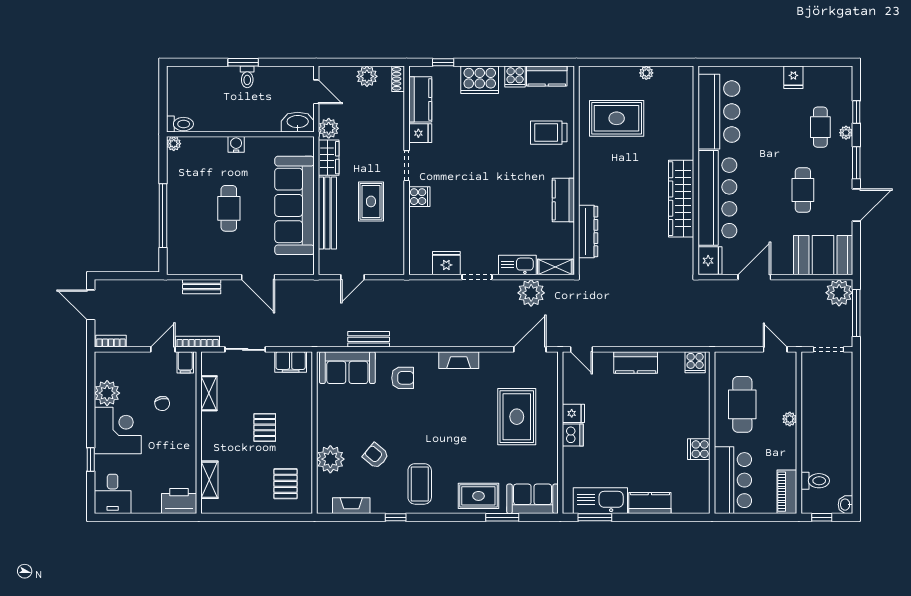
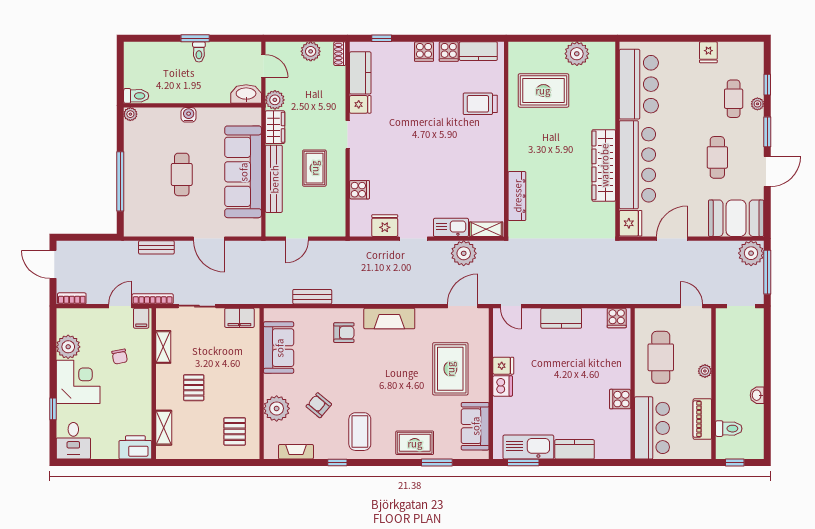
plant: (646, 73) -> (577, 54), width x1.88, depth x1.88
cooker: (480, 80) -> (424, 52), width x0.53, depth x0.76
cooker: (419, 197) -> (359, 190), moved
kitchen counter: (563, 200) -> (494, 167), removed
fireplace: (459, 360) -> (389, 319), width x1.37, depth x1.32
sofa: (347, 368) -> (279, 348), moved, turned -90
pallet: (265, 427) -> (194, 388), moved
piano: (787, 492) -> (702, 419), moved
sofa: (533, 499) -> (475, 426), moved, turned -90
washbasin: (846, 505) -> (757, 395), moved

